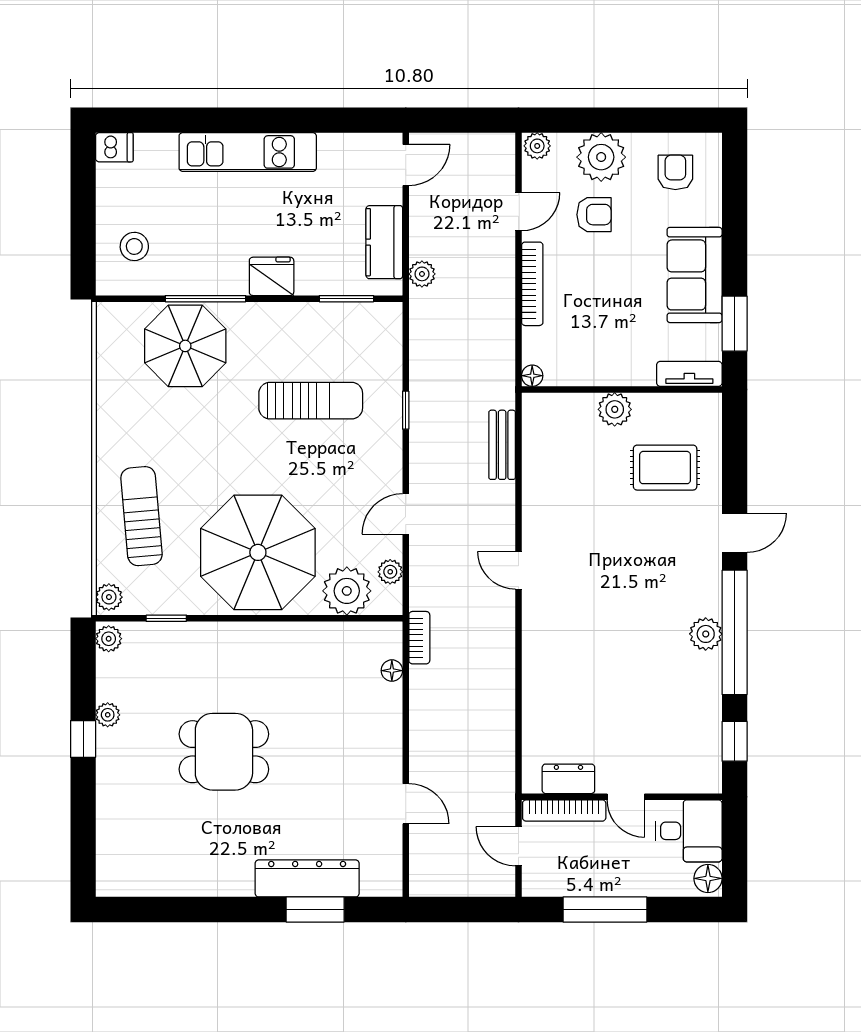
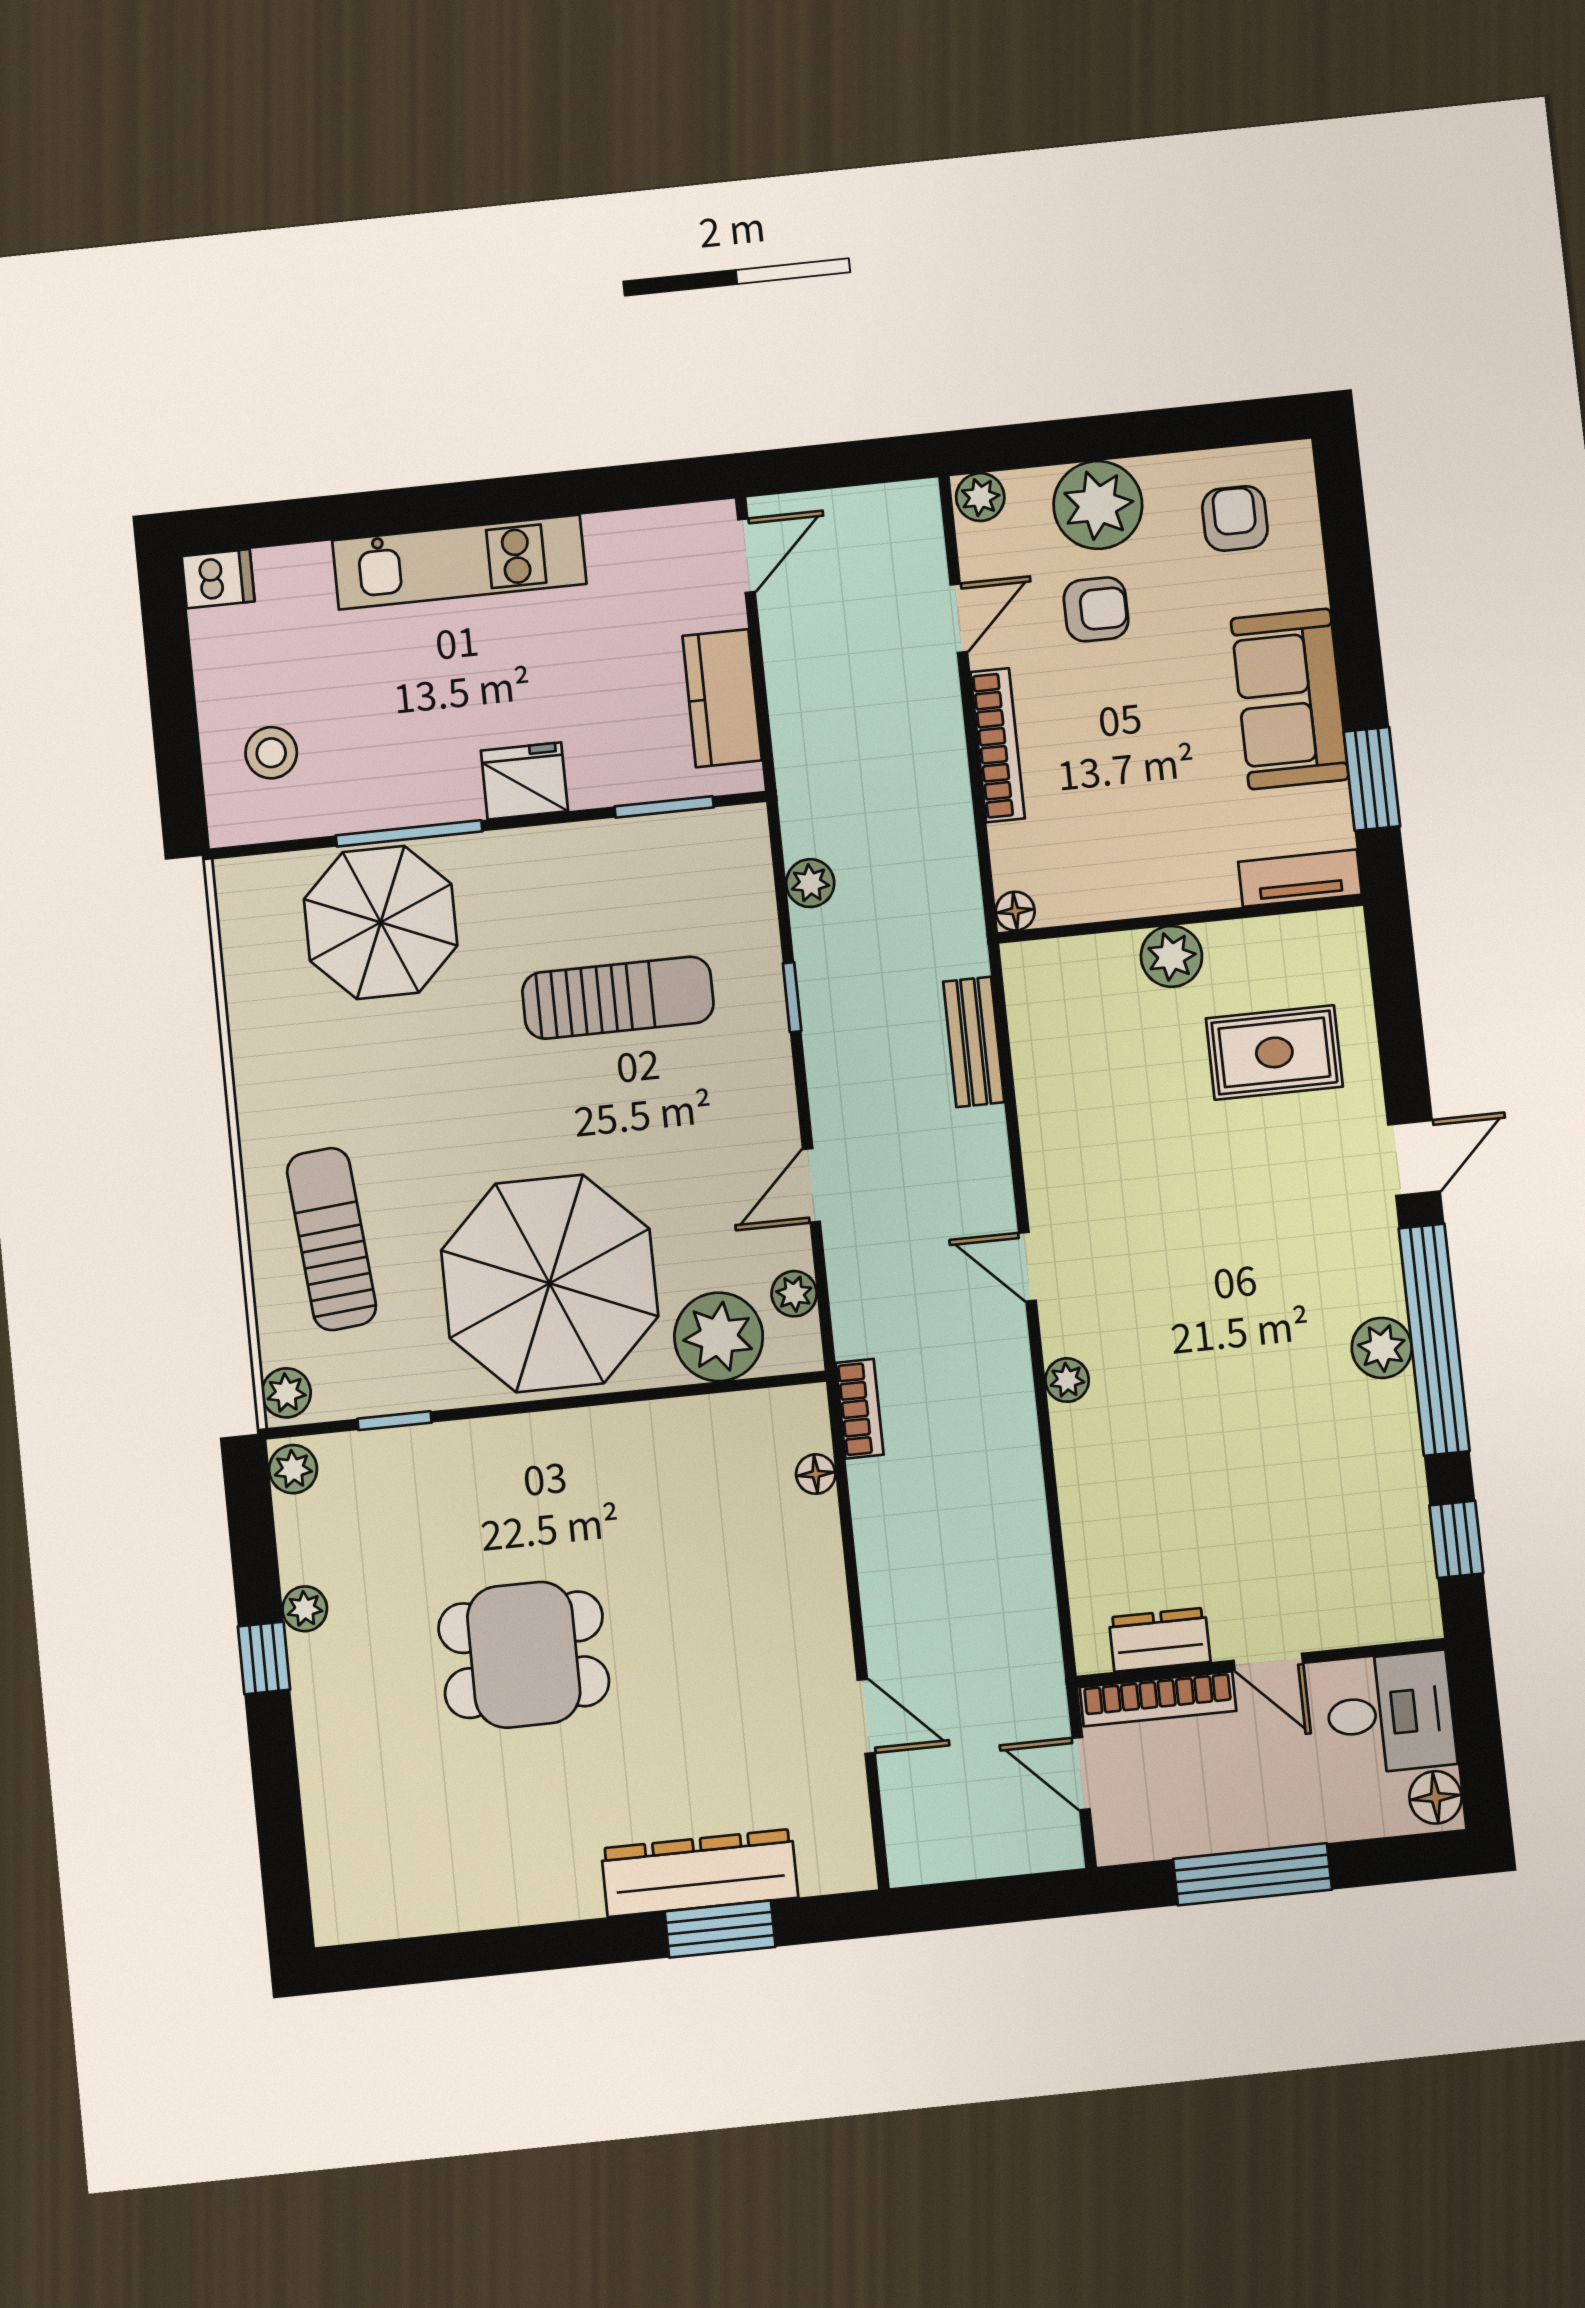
plant: (422, 274) -> (810, 883), moved
plant: (533, 634) -> (1067, 1380), added

